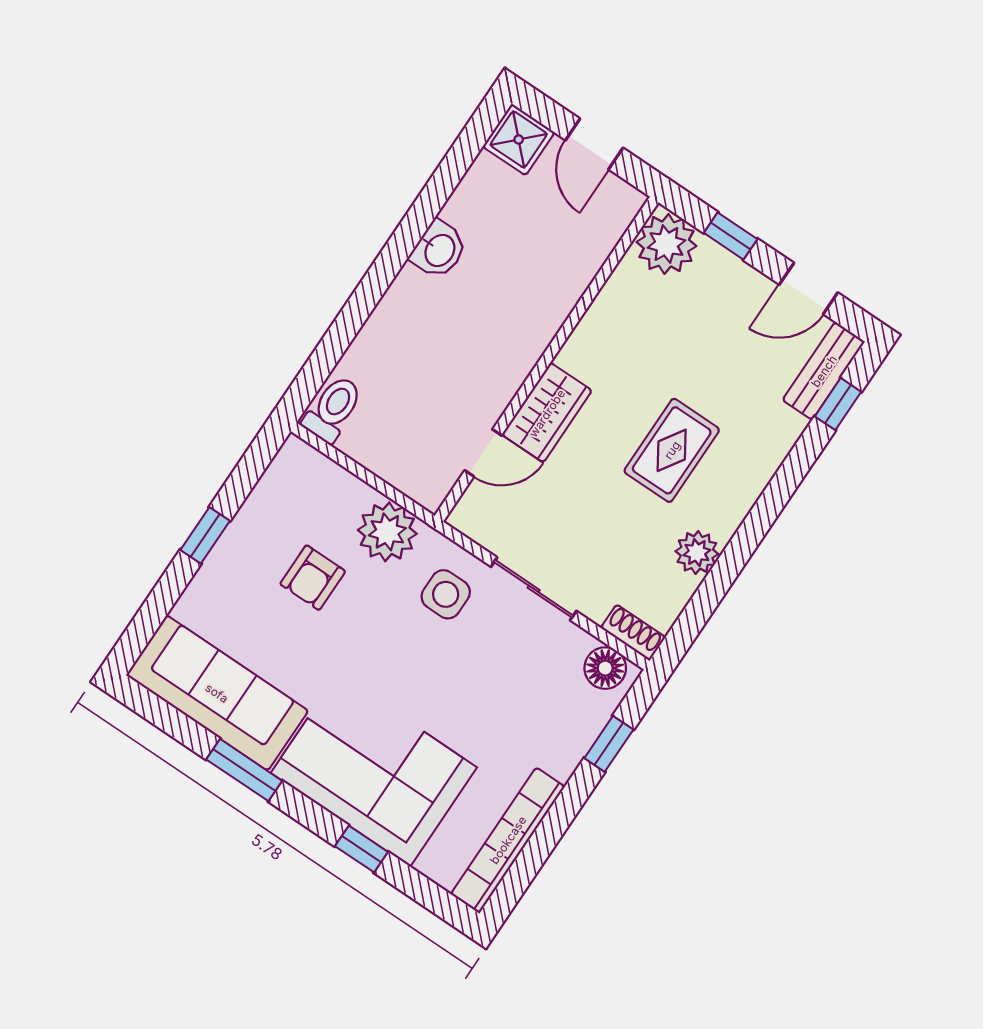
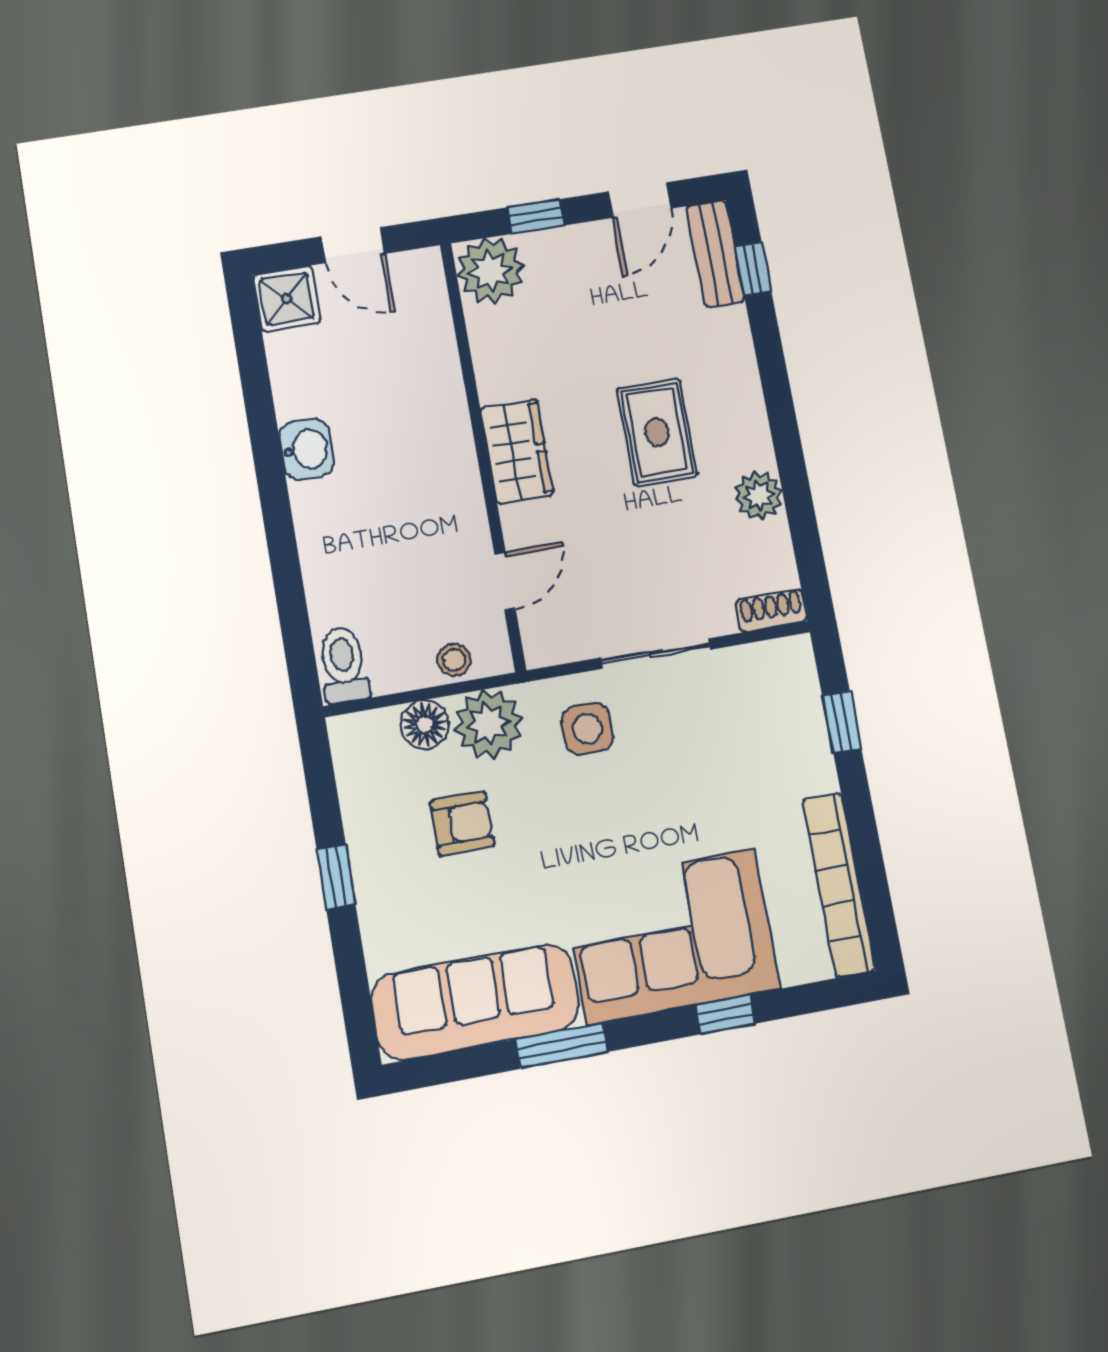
wardrobe: (547, 413) -> (517, 451), moved
stool: (404, 472) -> (454, 660), added
armchair: (313, 578) -> (462, 823), turned -90
floor lamp: (605, 668) -> (425, 724), moved

